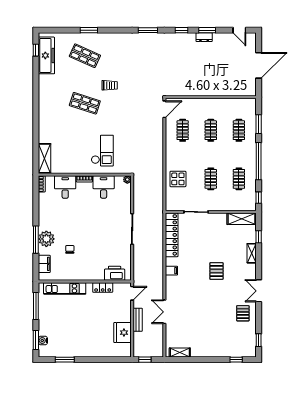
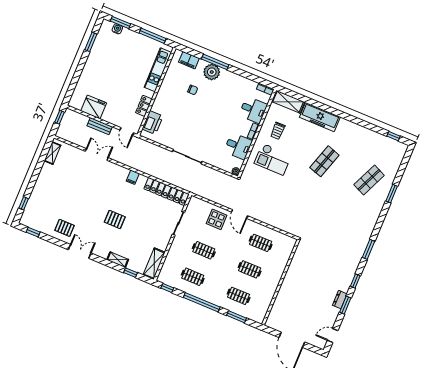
freezer: (46, 55) -> (320, 117), moved
trolley: (110, 85) -> (278, 131), moved
door: (164, 109) -> (240, 214), moved

